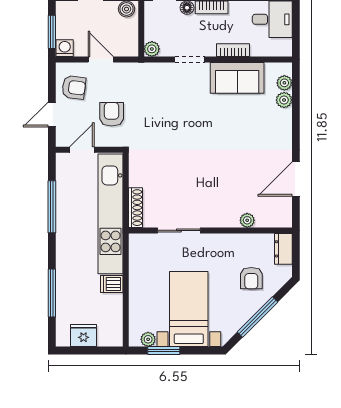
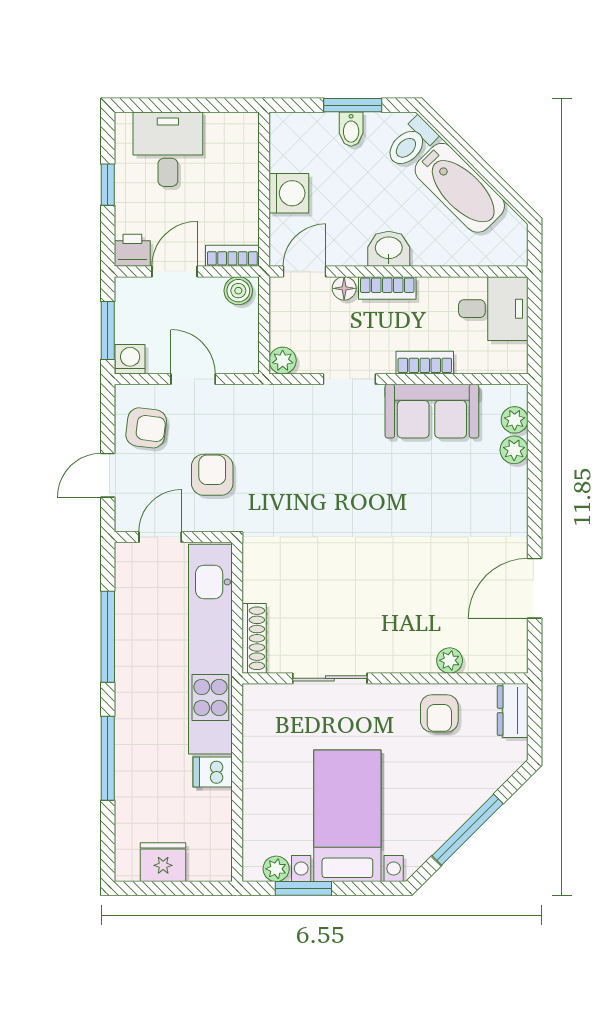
armchair: (251, 278) -> (439, 713), moved
window: (52, 293) -> (108, 758), moved

